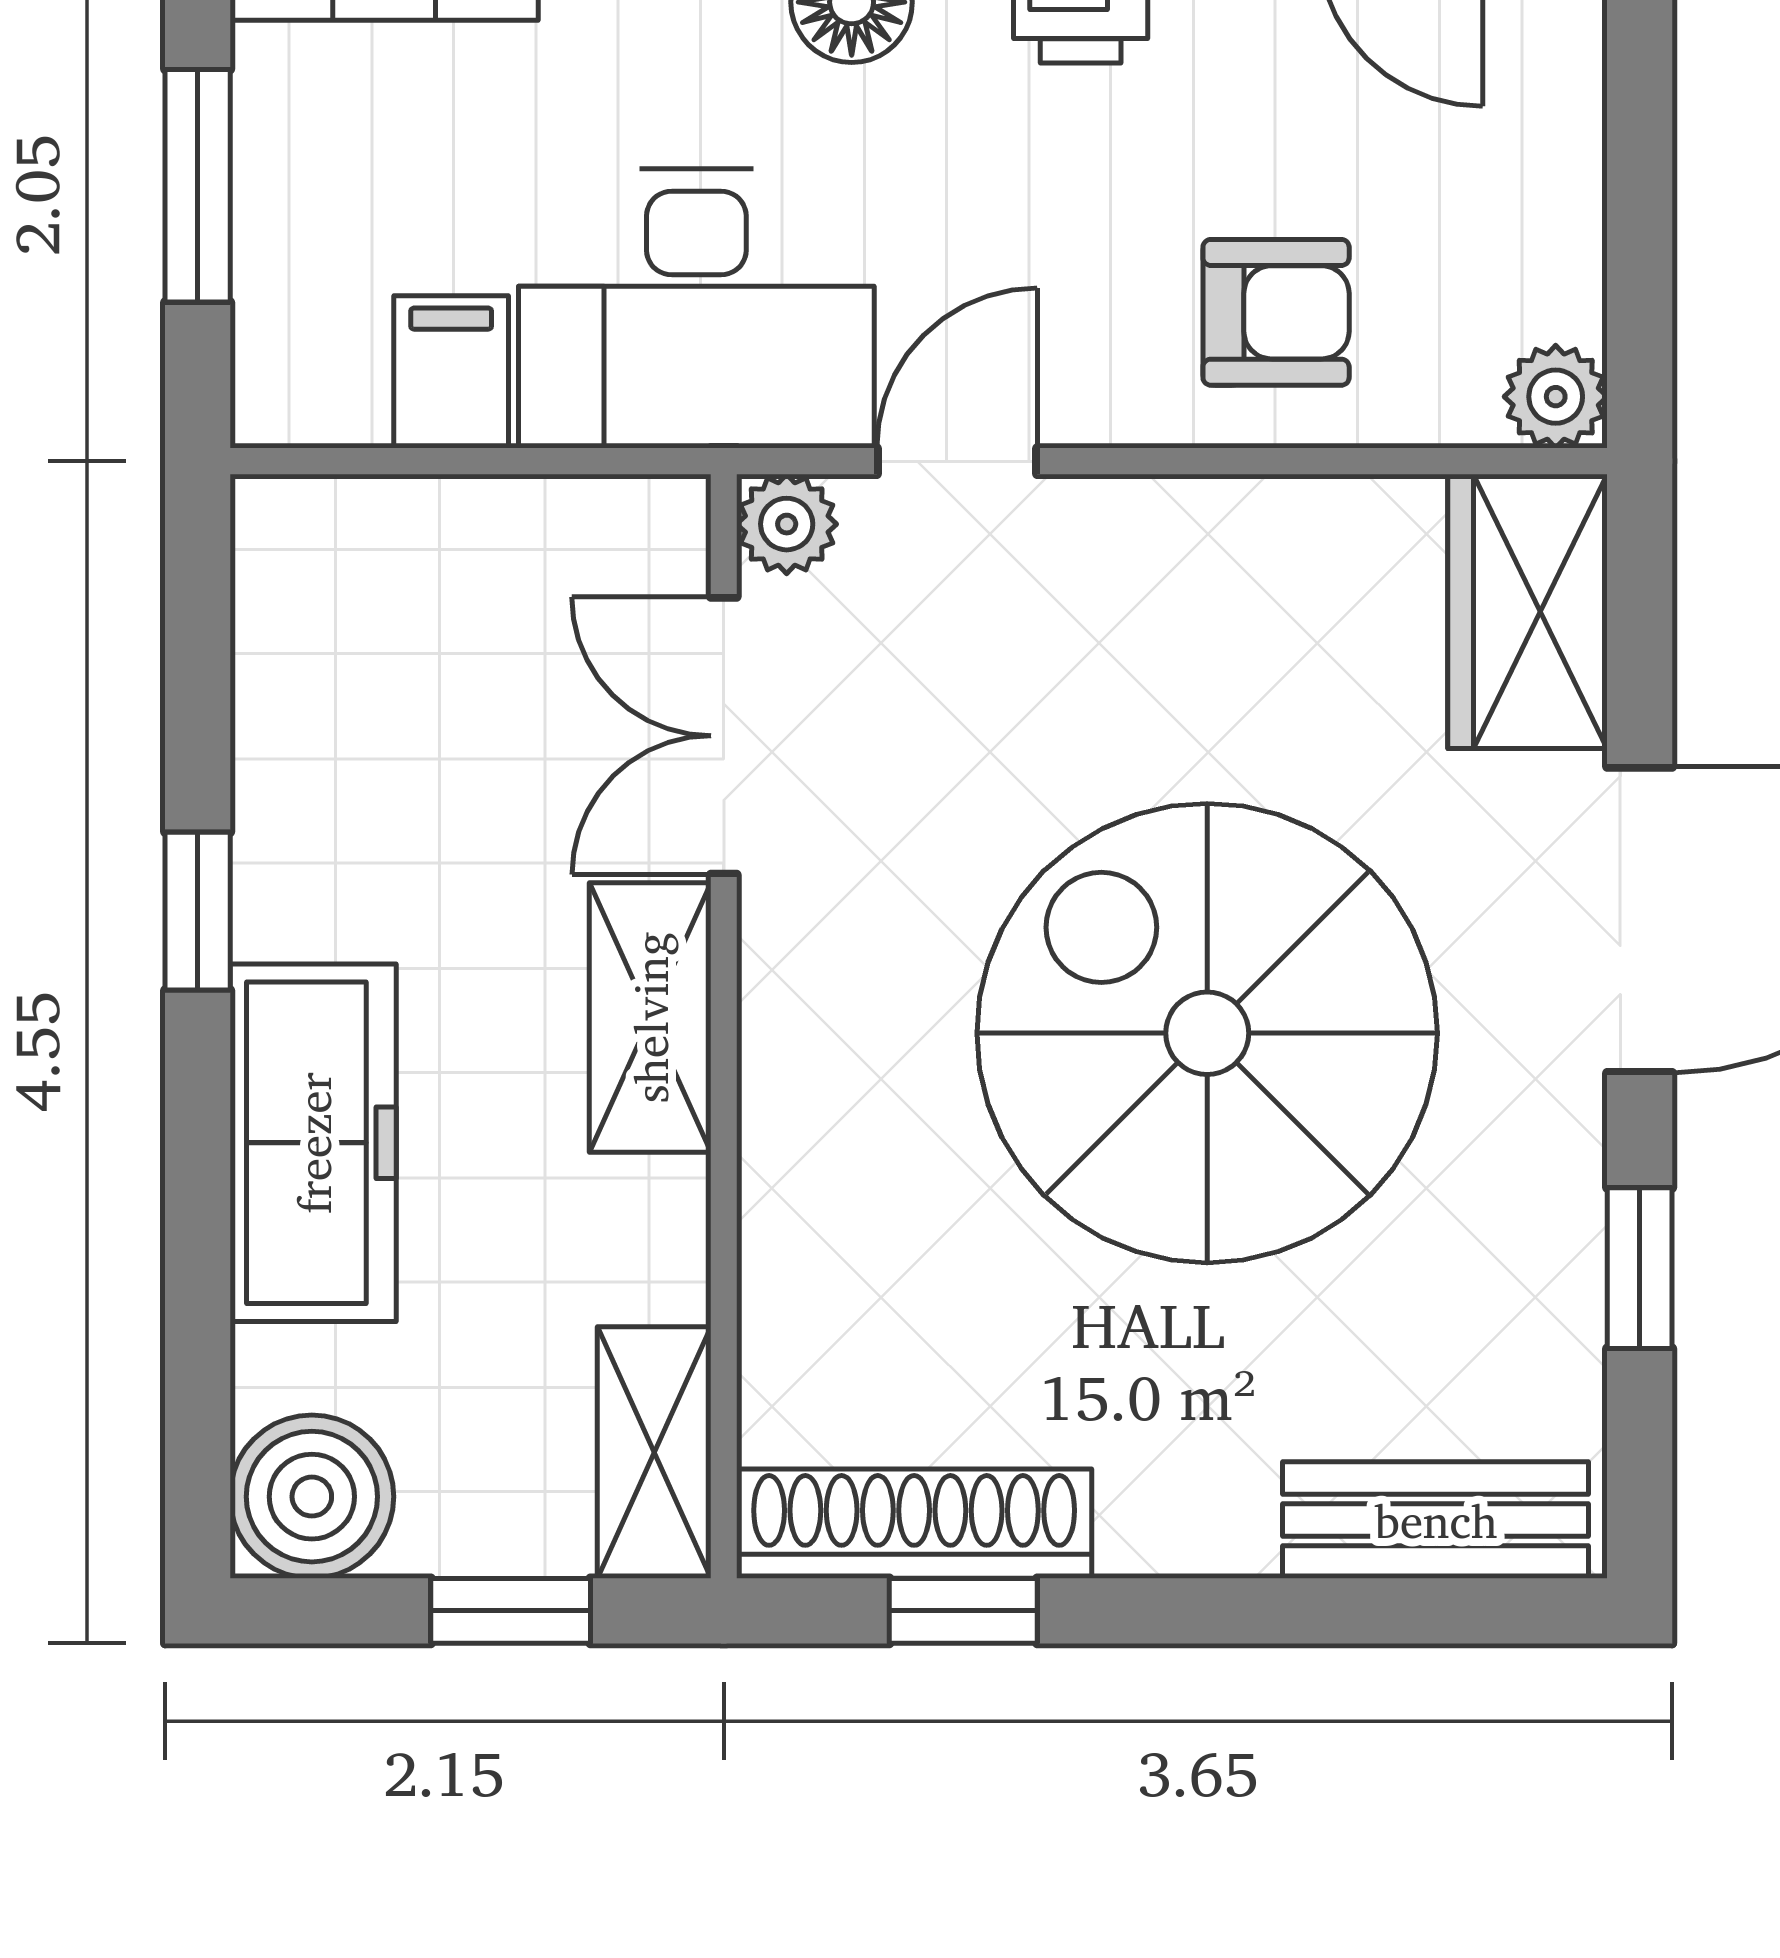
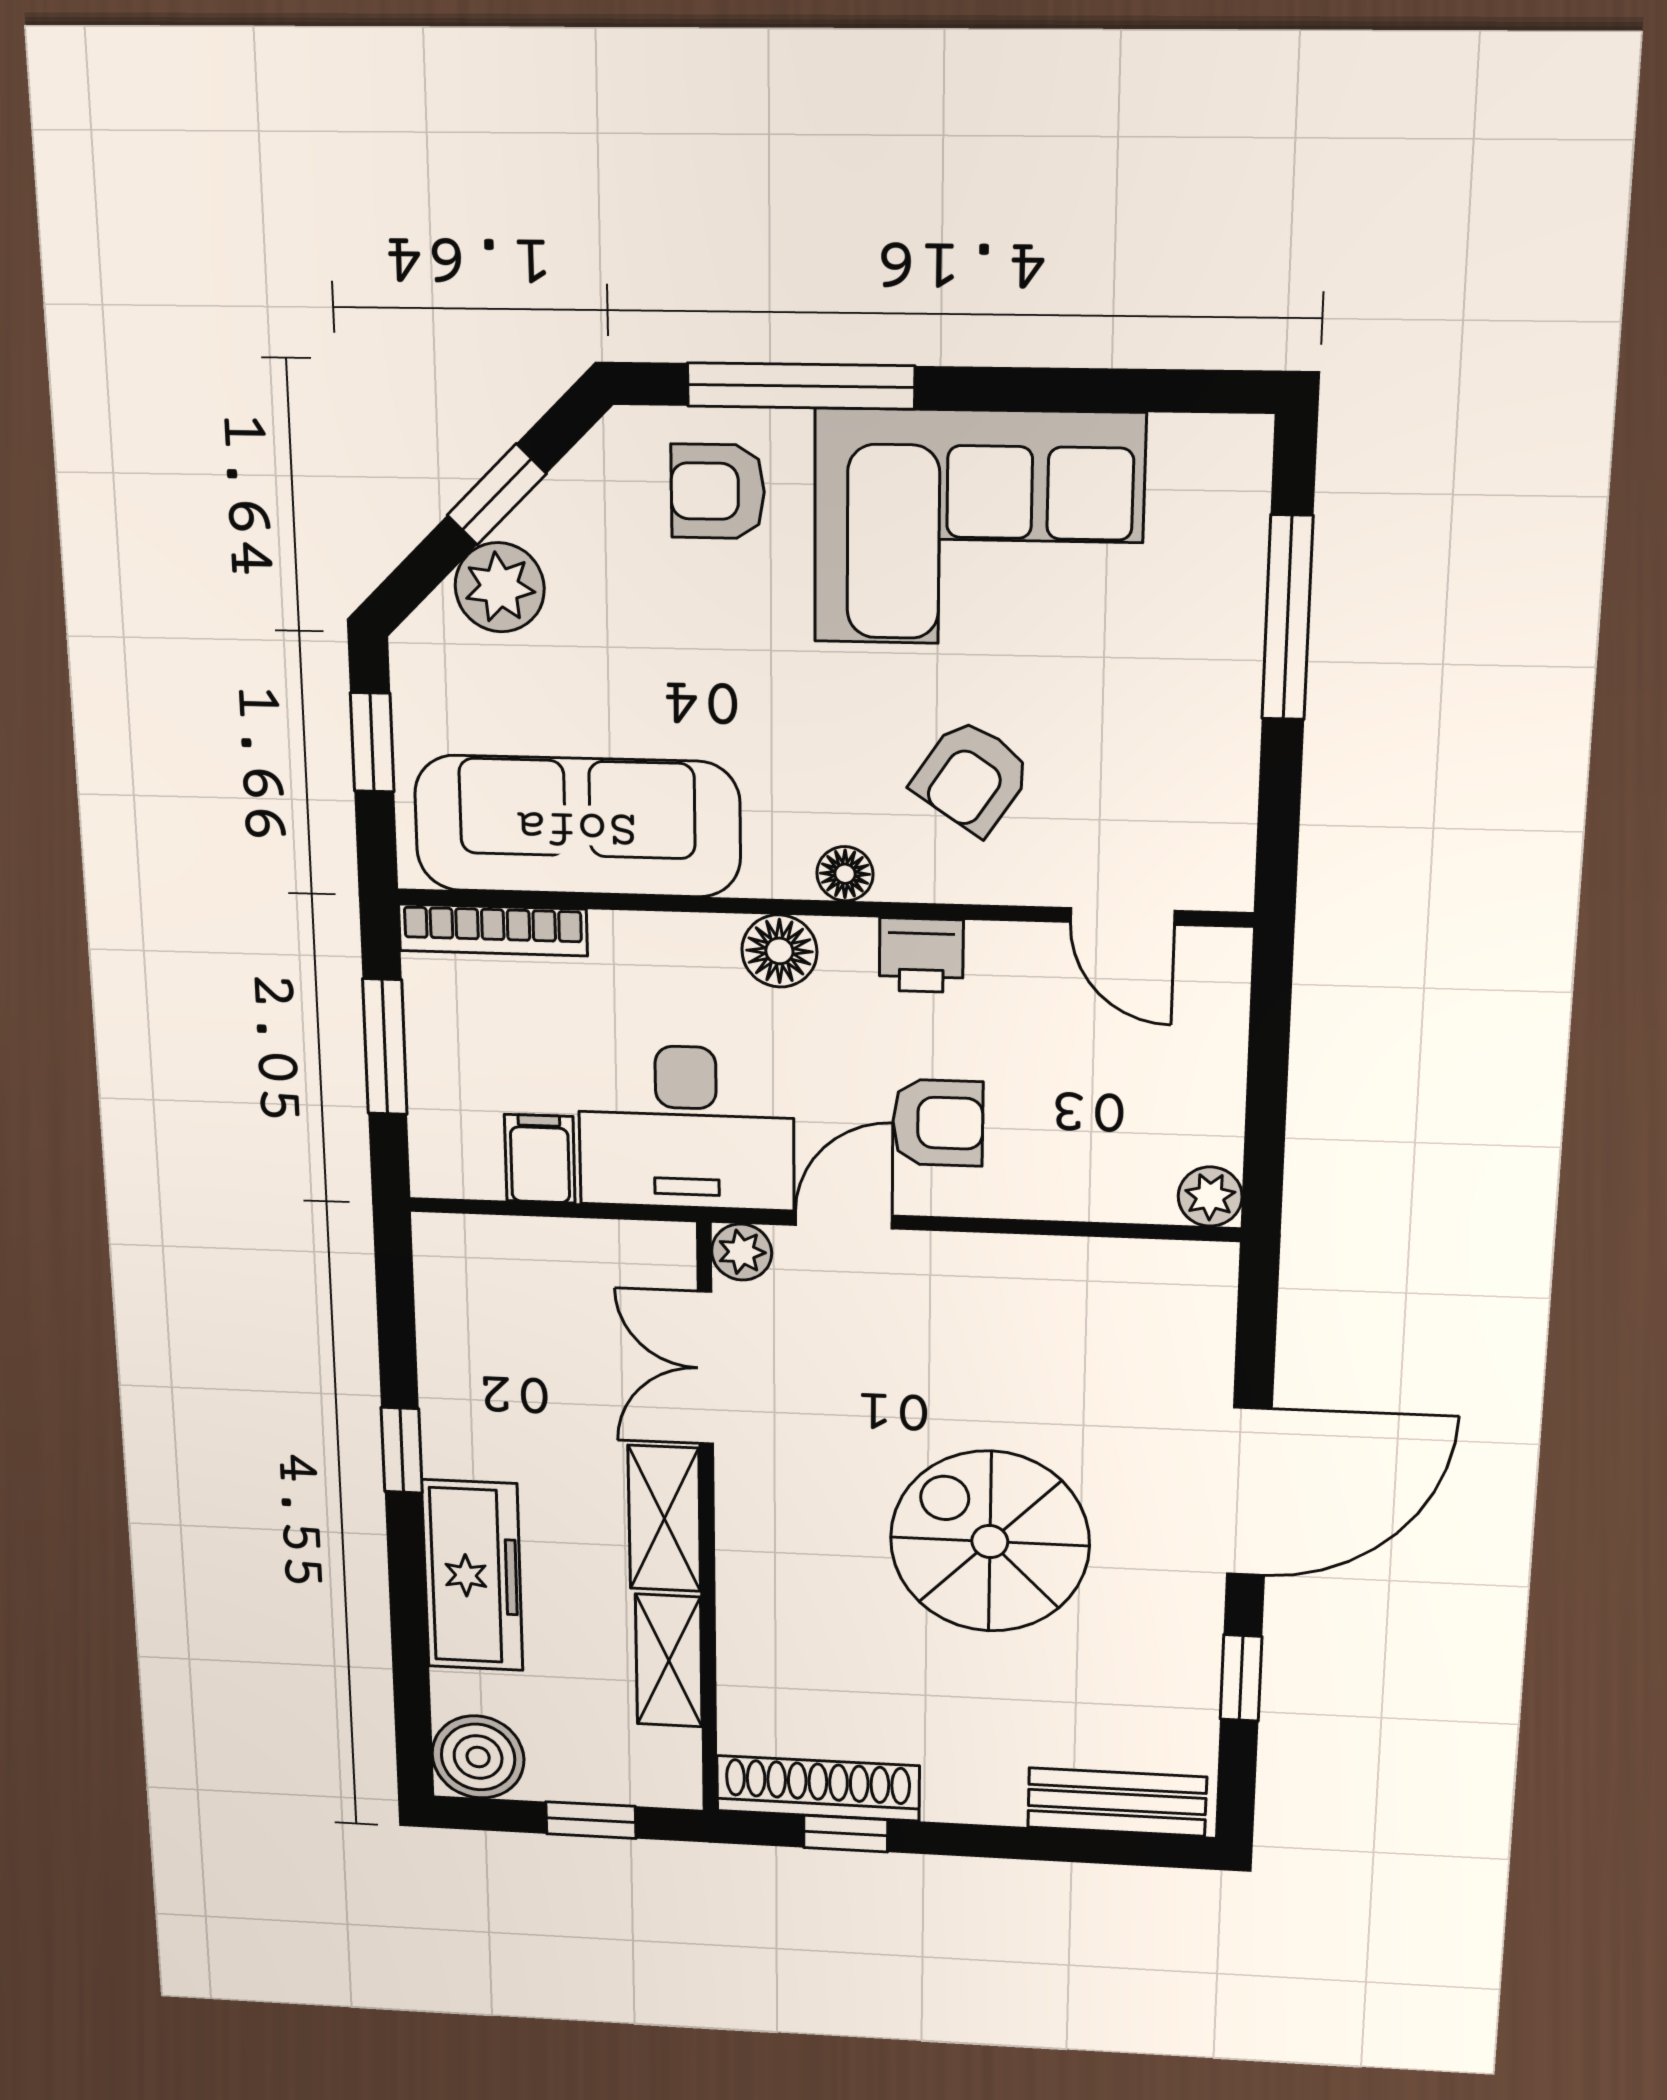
armchair: (1276, 312) -> (938, 1123), moved
wardrobe: (1528, 611) -> (1188, 1318), removed
spiral stairs: (1207, 1033) -> (990, 1542), width x0.73, depth x0.73
shelving: (654, 1452) -> (669, 1661), moved

